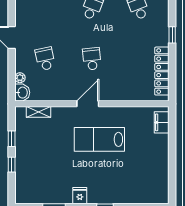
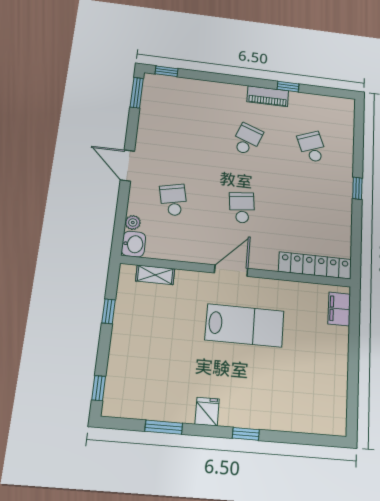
locker: (162, 71) -> (315, 265), moved, turned 90
lab bench: (99, 139) -> (245, 325), turned 180
window: (12, 165) -> (99, 388), moved

